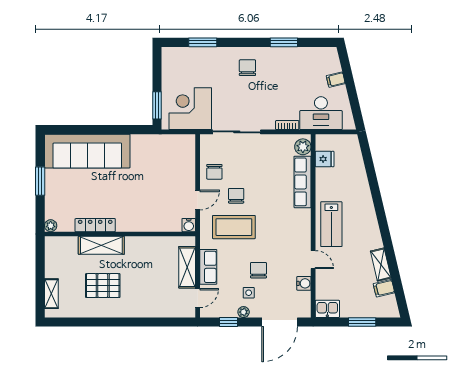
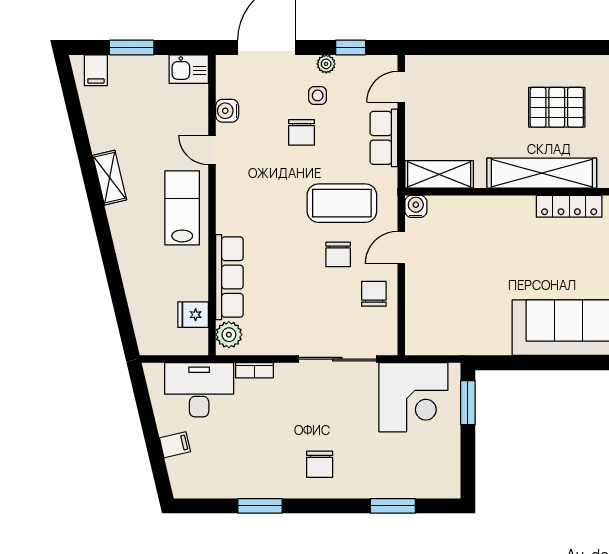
shelving: (101, 245) -> (542, 173), width x1.47
shelving: (381, 265) -> (110, 178), moved
shelving: (187, 267) -> (439, 174), moved, turned 90
filing cabinet: (384, 288) -> (96, 70), moved, turned 103

